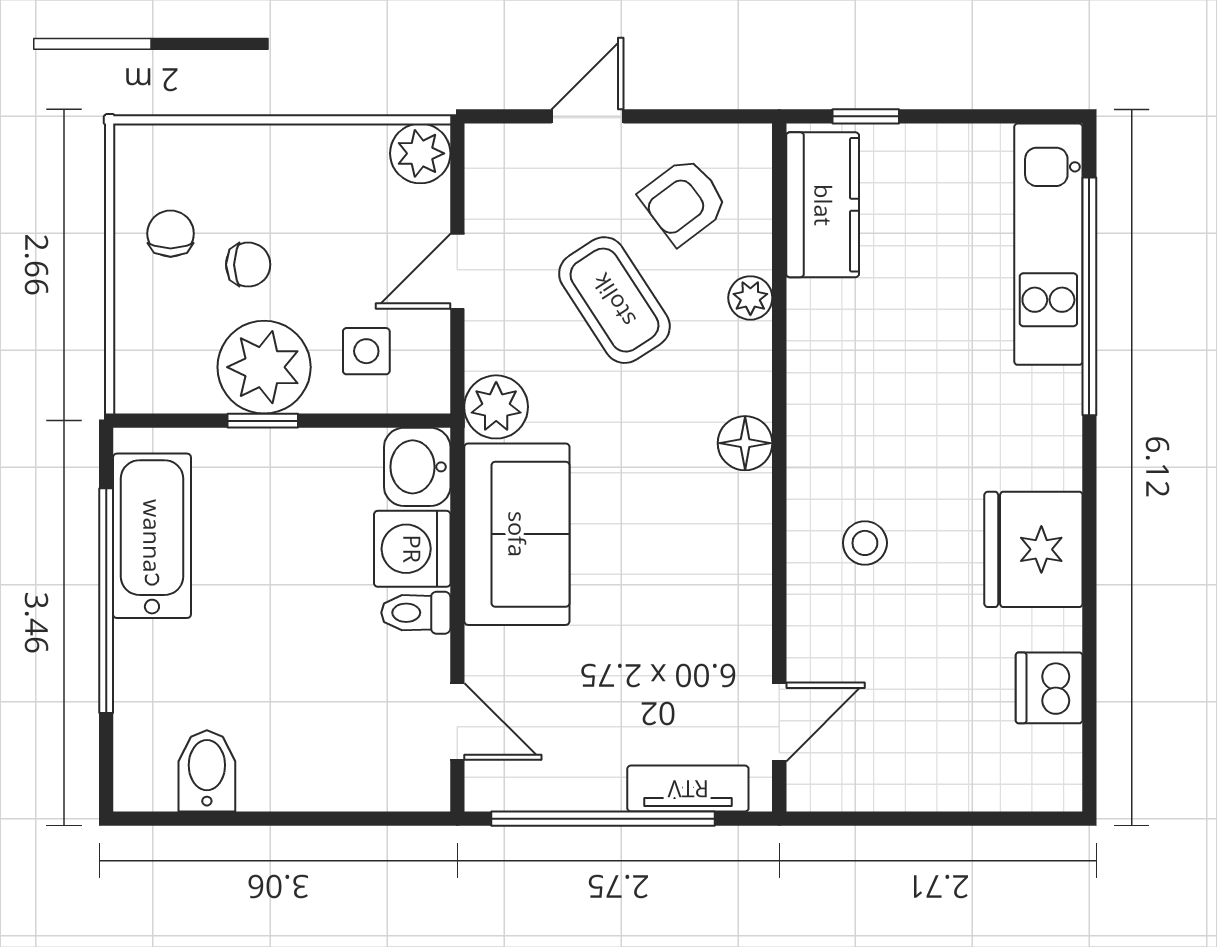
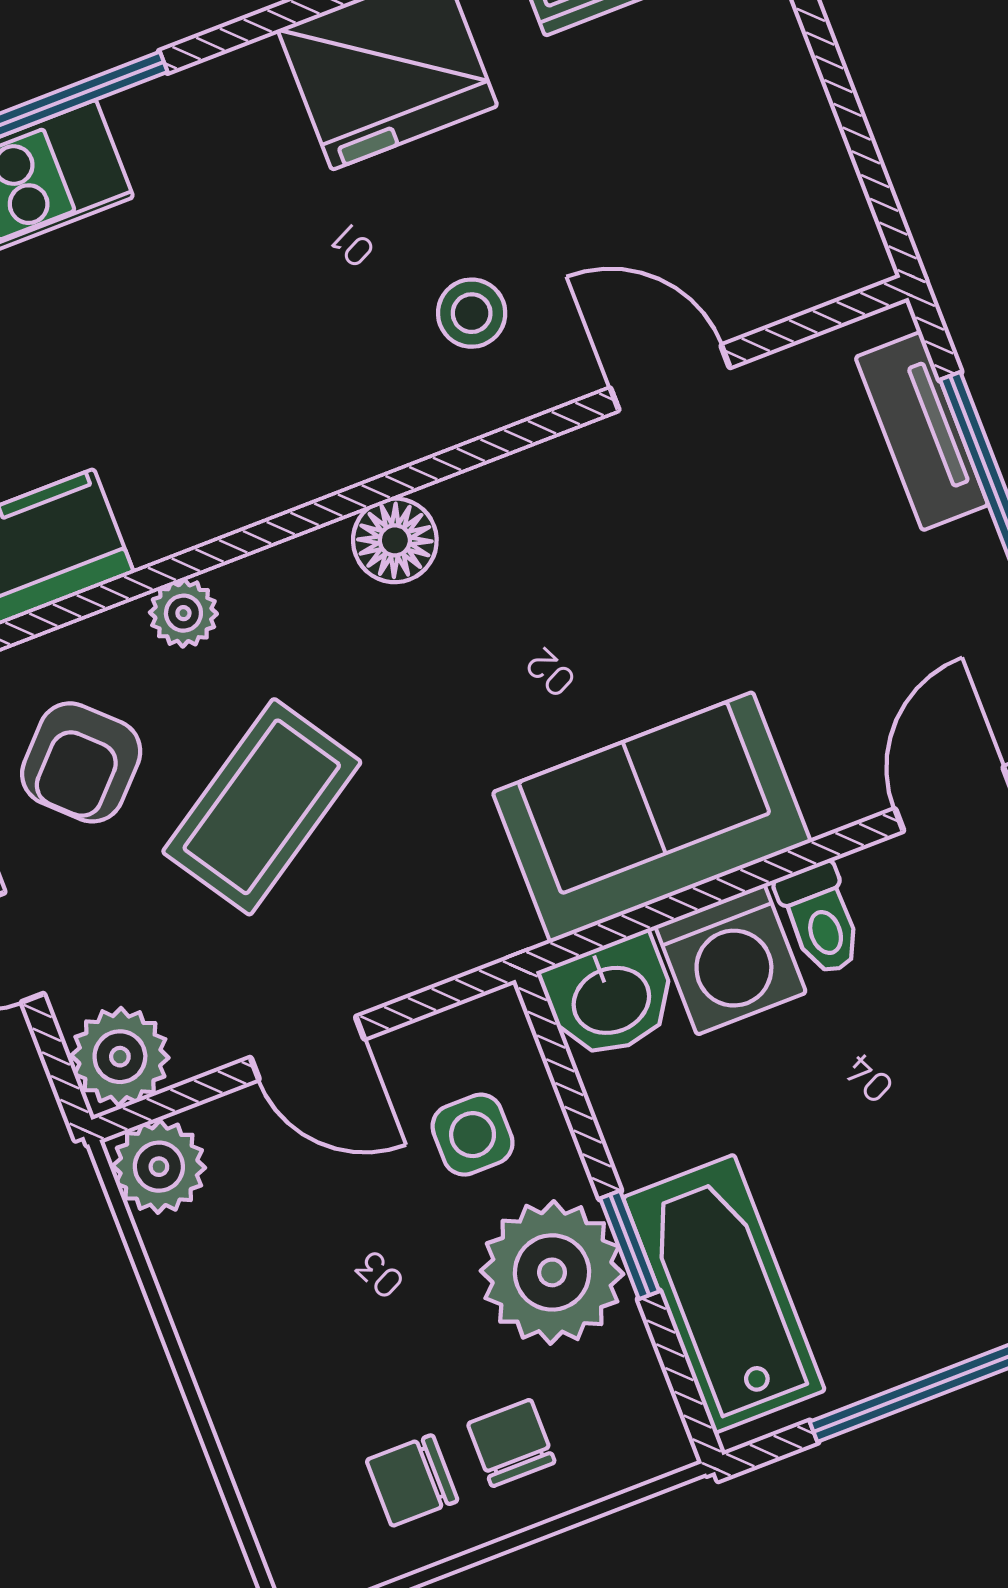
armchair: (684, 201) -> (81, 762), turned 81
chair: (248, 265) -> (511, 1443), moved
plant: (496, 407) -> (120, 1057), moved
bathtub: (152, 536) -> (724, 1294), moved, turned 90
door: (779, 722) -> (670, 378), moved

